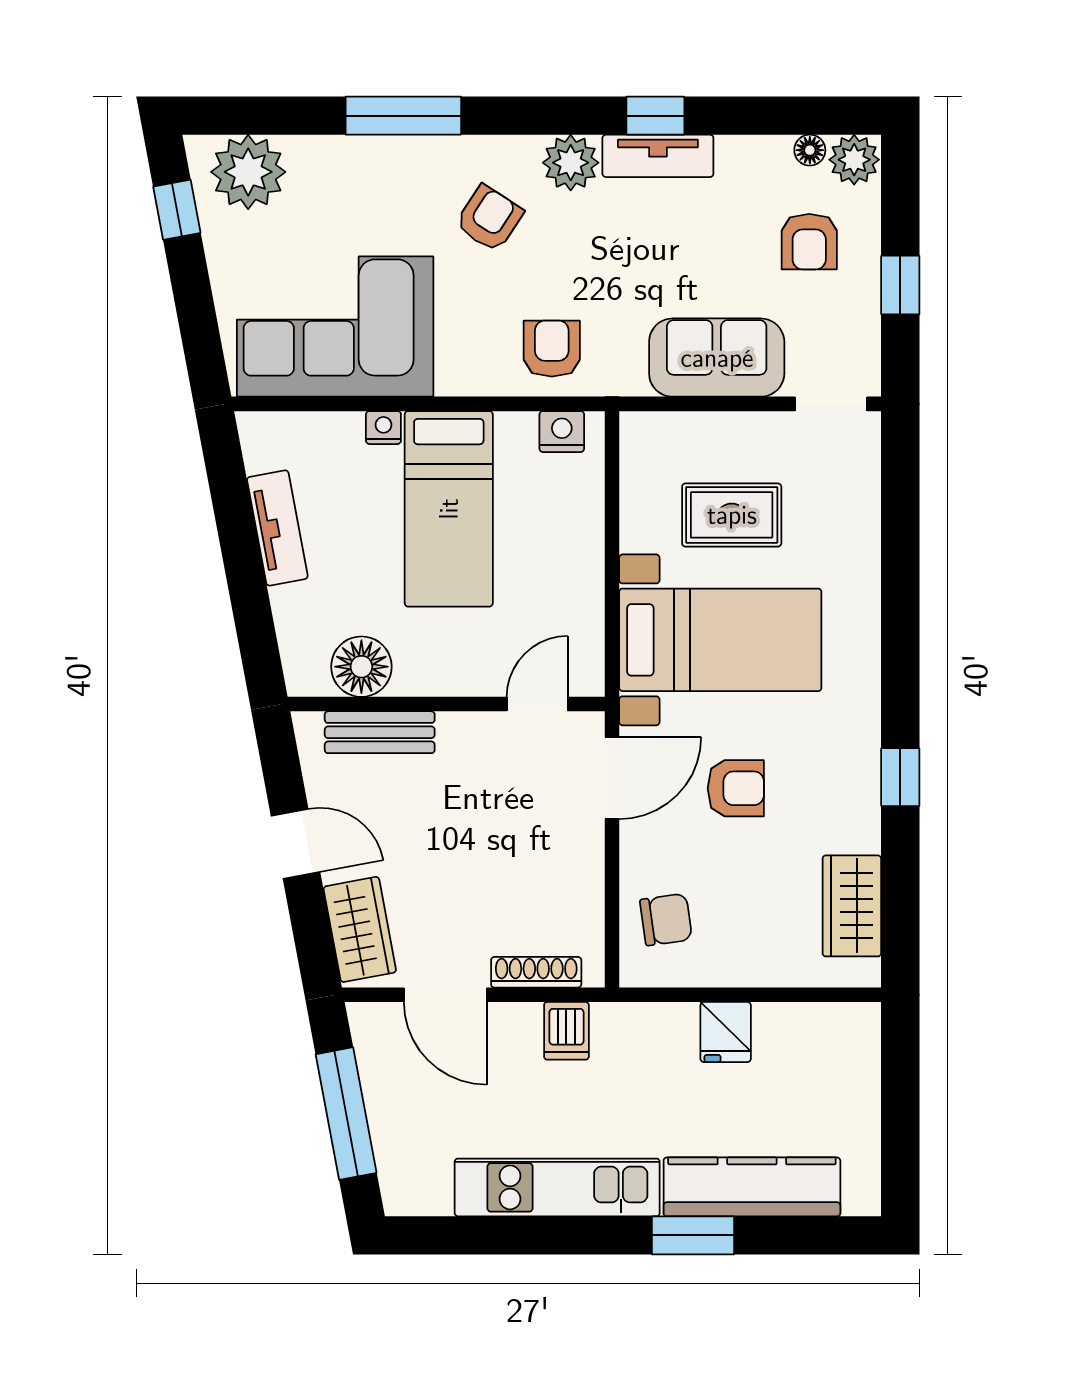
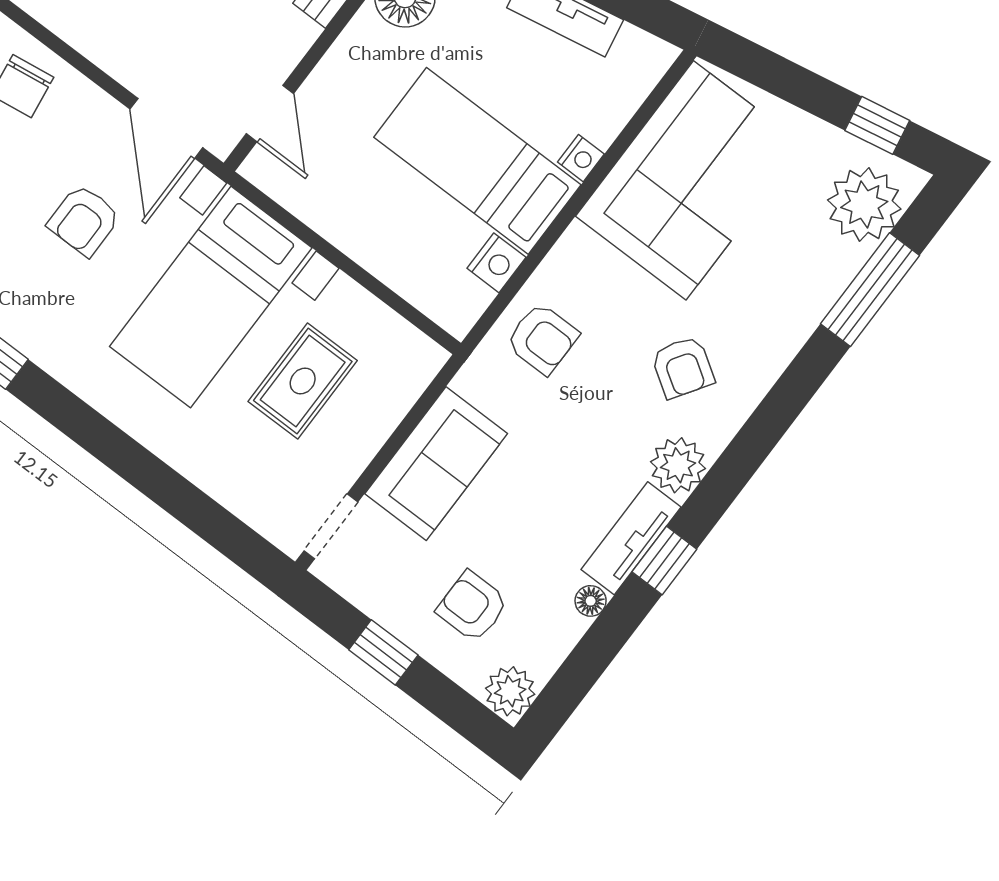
window: (403, 116) -> (870, 290), moved
floor lamp: (810, 150) -> (591, 601), moved
nightstand: (562, 432) -> (496, 263), moved

